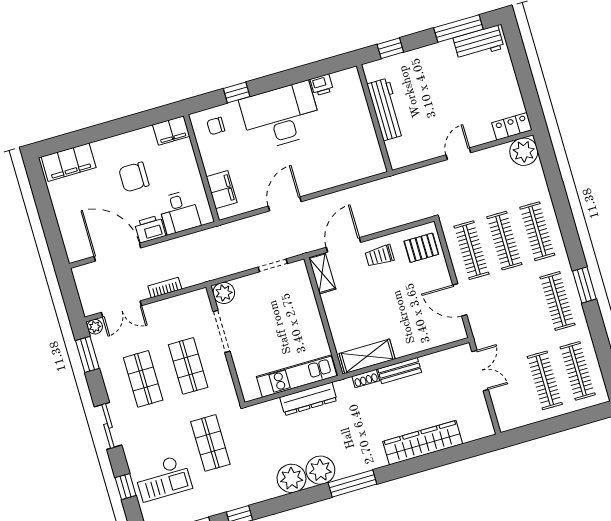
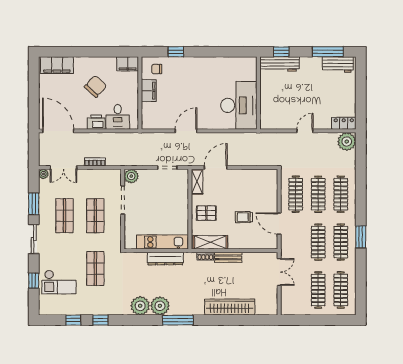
printer: (322, 85) -> (231, 62), removed
workbench: (386, 109) -> (279, 64), moved, turned 90
desk: (281, 116) -> (239, 105), moved, turned 90
chair: (134, 177) -> (96, 86), turned 133
filing cabinet: (222, 190) -> (149, 91), moved
pallet: (421, 248) -> (206, 213), moved
door: (117, 252) -> (58, 131), moved
trolley: (380, 256) -> (244, 217), moved
clothes rail: (525, 311) -> (318, 242), added
window: (87, 354) -> (34, 204), moved

